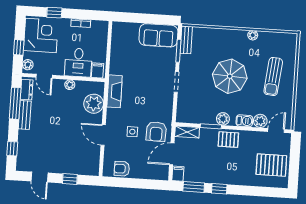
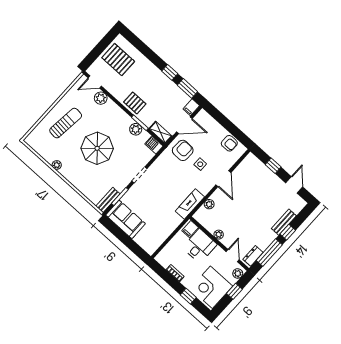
plant: (94, 104) -> (209, 204), width x0.53, depth x0.53
bench: (25, 115) -> (284, 222), moved
plant: (223, 119) -> (136, 129), moved
barbecue: (244, 121) -> (154, 145), moved
window: (12, 149) -> (288, 232), moved

